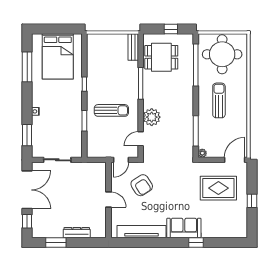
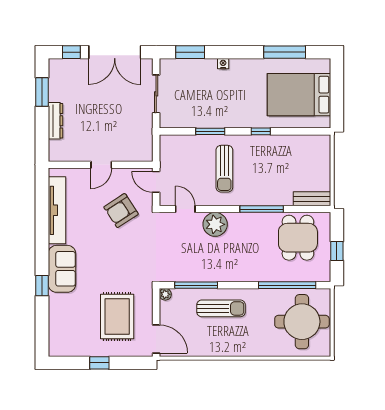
sun lounger: (219, 100) -> (221, 308), moved

